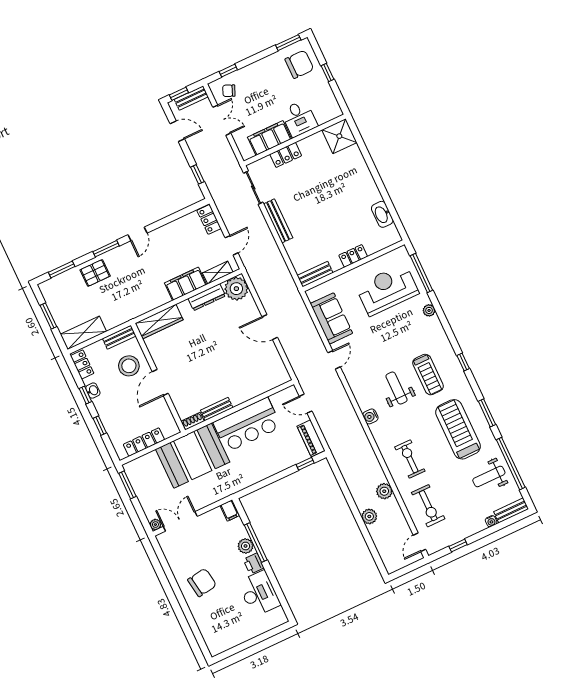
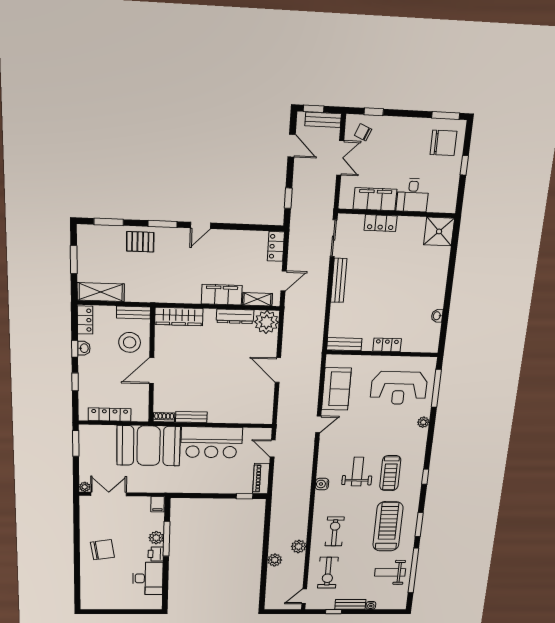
washbasin: (382, 214) -> (437, 316), width x0.52, depth x0.69
reception desk: (387, 290) -> (399, 388), turned 180
bench: (511, 510) -> (350, 604), moved

